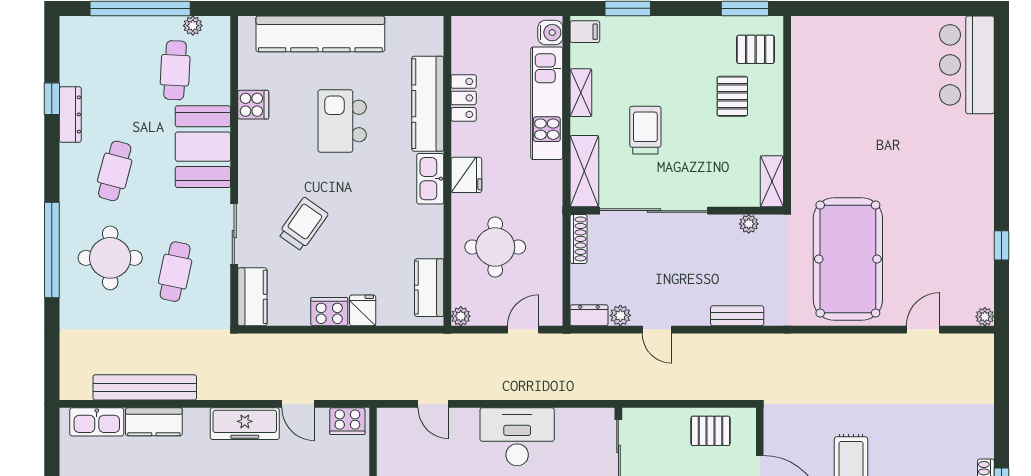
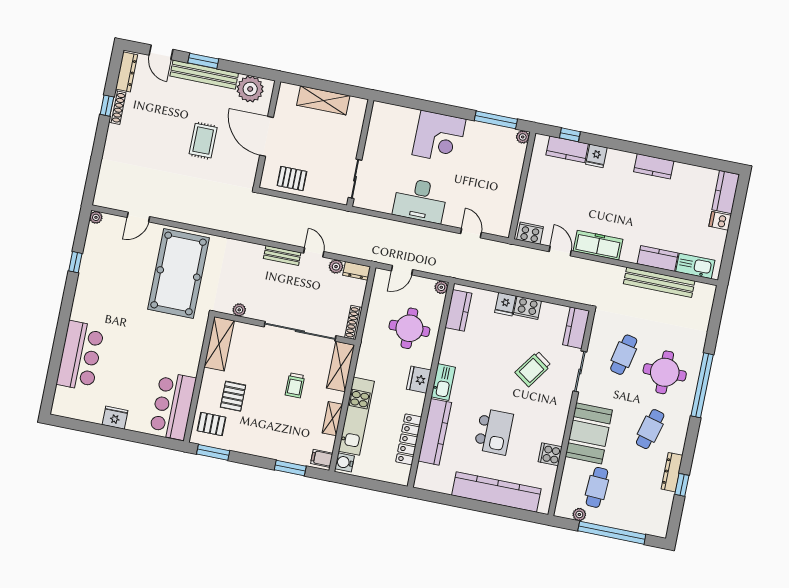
fridge: (898, 30) -> (115, 418), added
bar counter: (817, 64) -> (173, 406), added
bar counter: (967, 65) -> (80, 356), moved
locker: (464, 98) -> (409, 439), width x1.53
trolley: (645, 130) -> (295, 385), width x0.73, depth x0.72
shelving: (772, 181) -> (219, 344), width x1.50, depth x1.33
bench: (737, 316) -> (282, 255), moved

